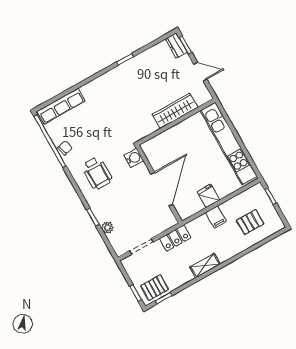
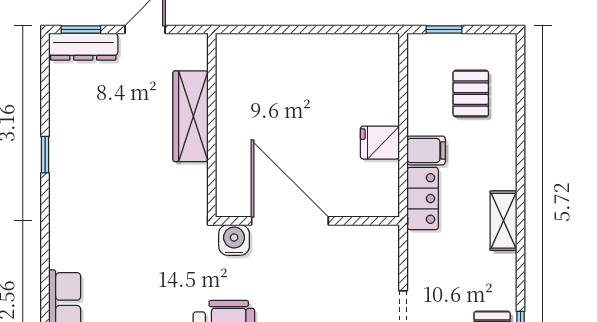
dresser: (176, 46) -> (83, 47), width x1.44
kitchen unit: (229, 143) -> (305, 52), removed
door: (162, 189) -> (290, 221), moved
locker: (175, 238) -> (423, 198), moved

